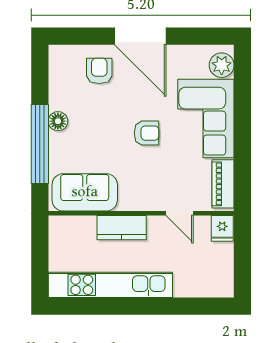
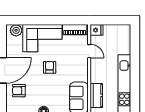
door: (180, 213) -> (89, 51), hinge flipped
kitchen counter: (122, 228) -> (96, 95), moved

